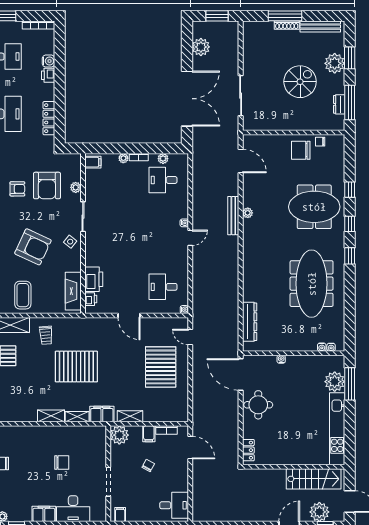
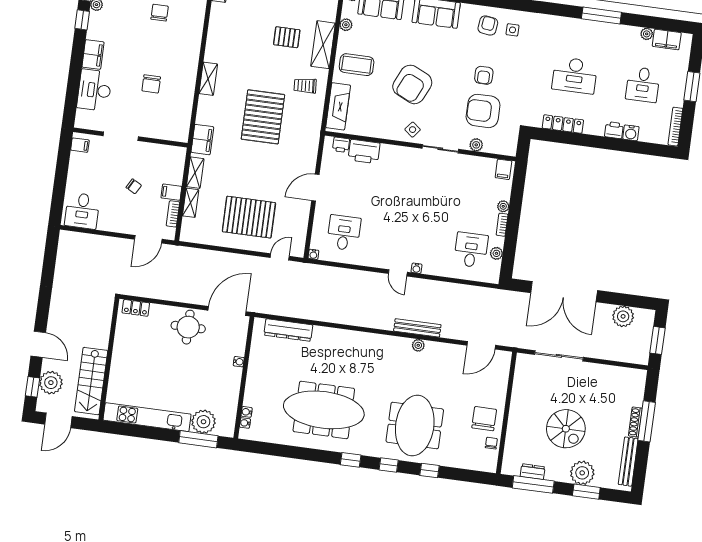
fireplace: (73, 291) -> (338, 106), moved, turned 90
shelving: (77, 417) -> (191, 203), moved
plant: (119, 435) -> (175, 157), removed

